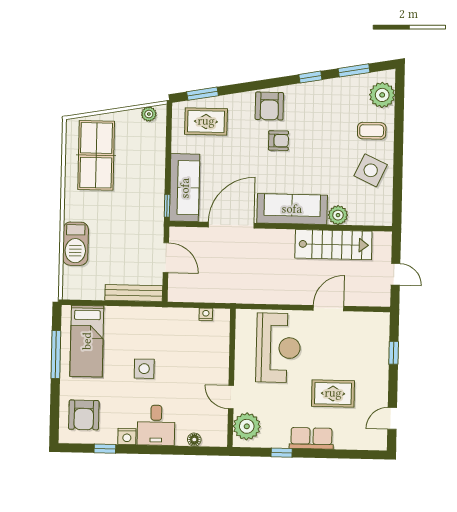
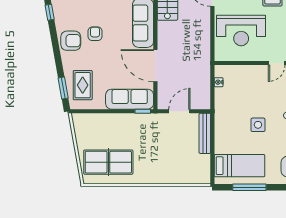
plant: (149, 114) -> (78, 126), removed
barbecue: (75, 244) -> (171, 175), removed
reception desk: (278, 348) -> (241, 31), turned 180

